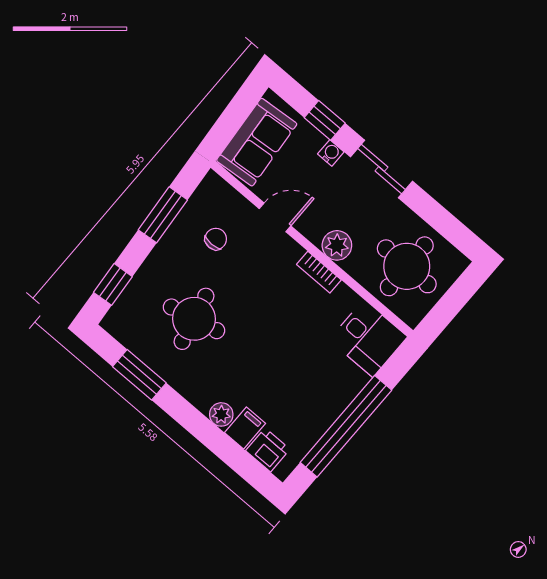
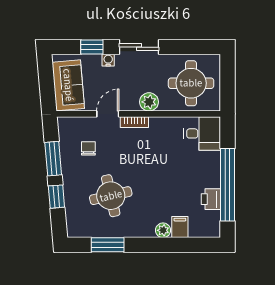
bookcase: (319, 272) -> (134, 122), moved
window: (113, 284) -> (56, 197), moved
printer: (268, 450) -> (211, 199), moved, turned -90

